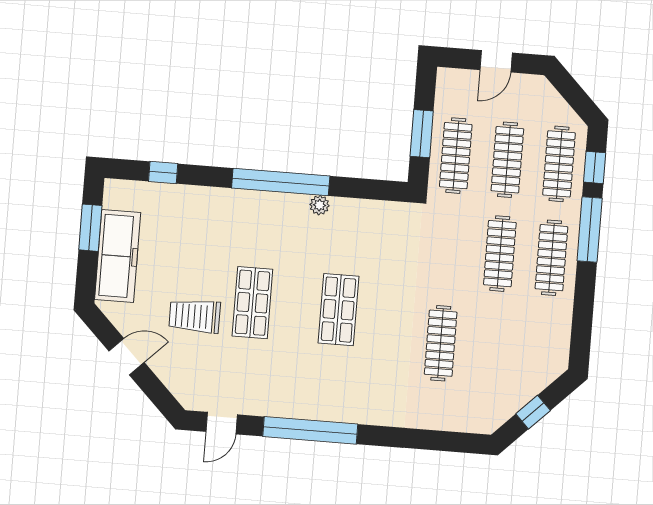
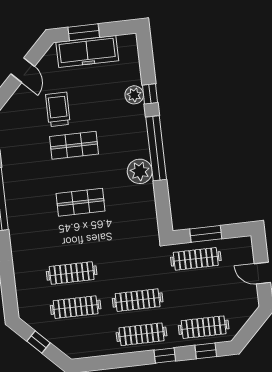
clothes rail: (507, 160) -> (76, 307), moved
window: (163, 173) -> (150, 94), moved
plant: (195, 199) -> (134, 95), added
plant: (319, 205) -> (140, 171), width x1.88, depth x1.88
window: (90, 228) -> (84, 32), moved
window: (590, 229) -> (165, 355), width x0.46

